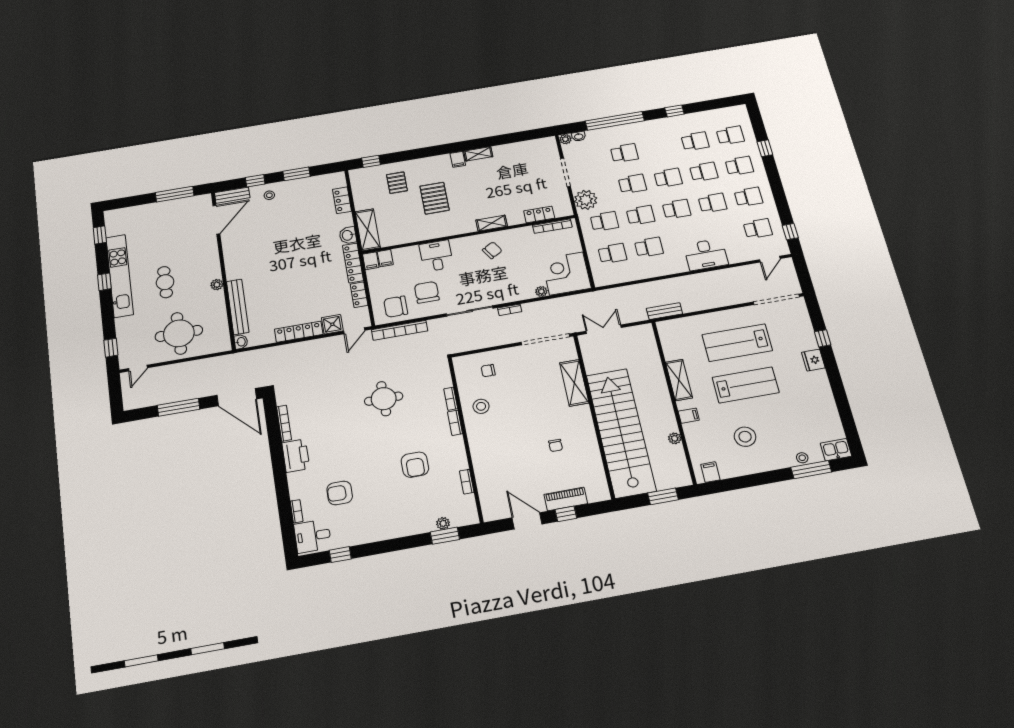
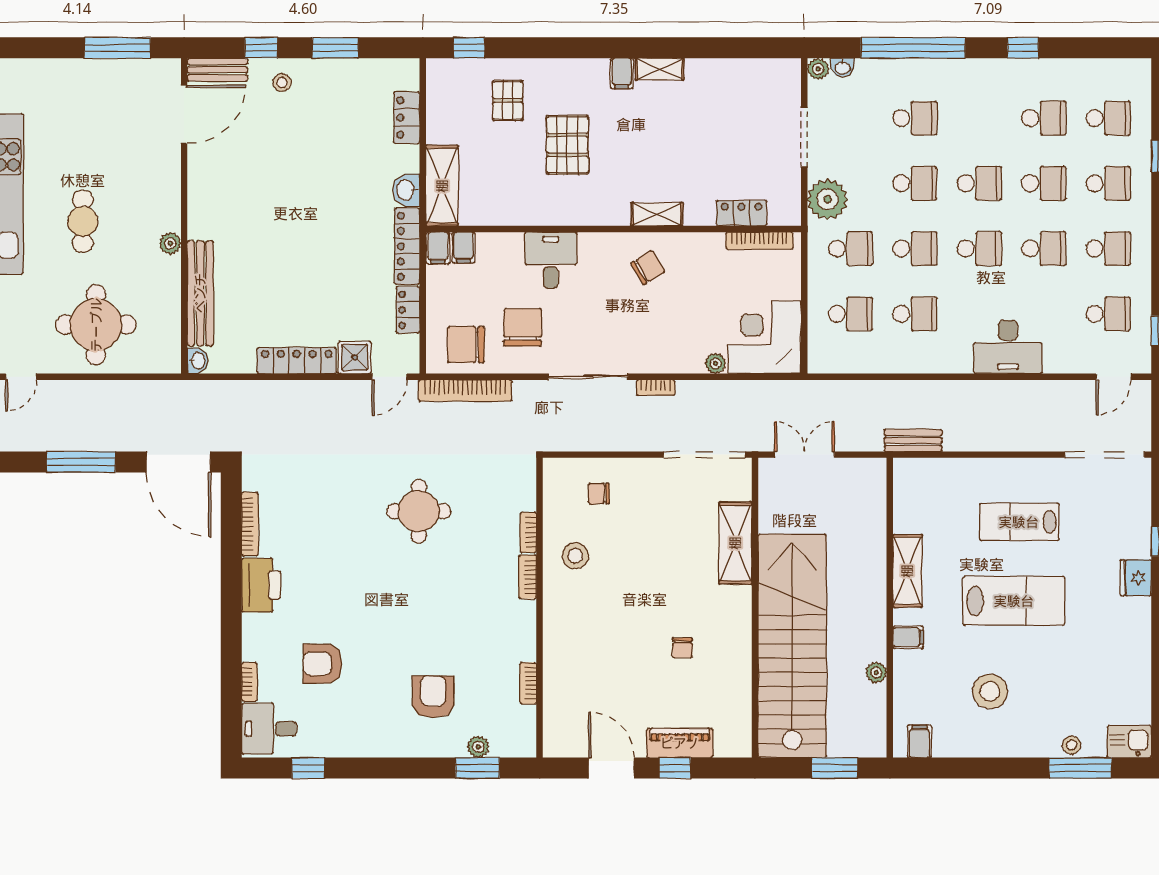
lab bench: (737, 343) -> (1019, 522), width x0.73, depth x0.72
armchair: (415, 465) -> (433, 697), moved, turned 180

